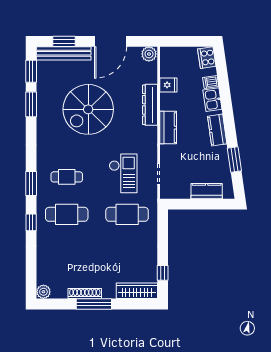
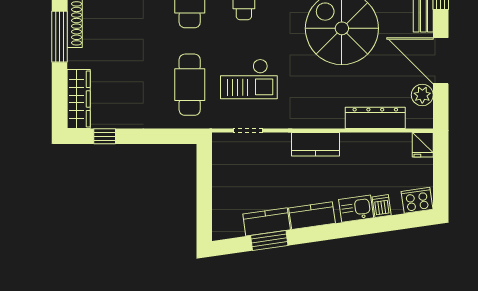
plant: (149, 54) -> (422, 95), moved
fridge: (168, 85) -> (423, 145), moved
dresser: (150, 105) -> (375, 118), moved
kitchen counter: (207, 191) -> (267, 222), moved, turned -98

